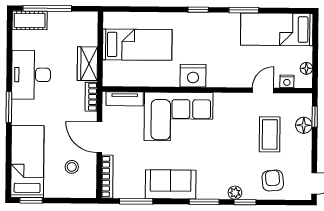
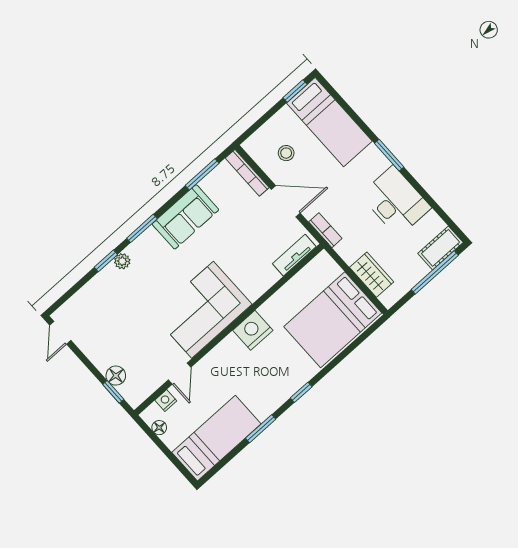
bed: (137, 45) -> (333, 320), width x1.50
wardrobe: (87, 64) -> (372, 275), moved
corner sofa: (179, 117) -> (203, 310), moved
coffee table: (270, 134) -> (138, 340), removed
armchair: (273, 181) -> (99, 302), removed

